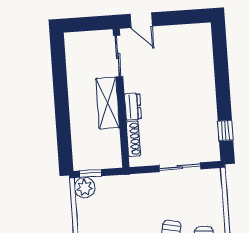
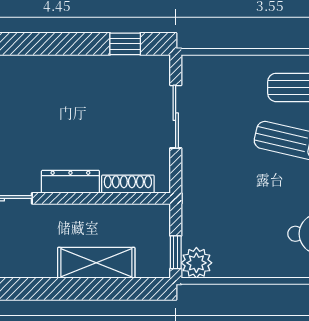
shelving: (108, 103) -> (96, 263), moved
dresser: (133, 107) -> (70, 182), width x1.44

